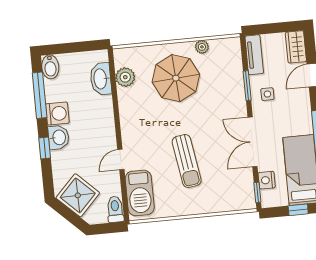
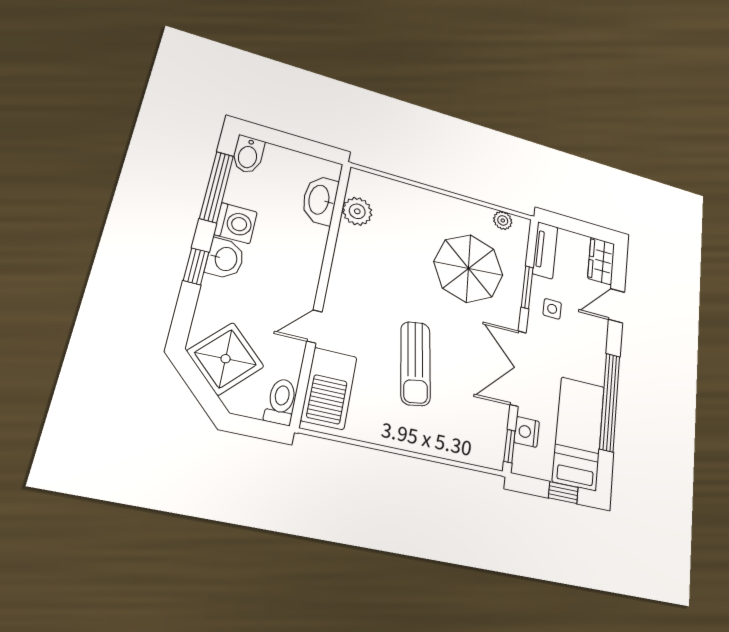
plant: (202, 47) -> (503, 220), moved
parasol: (176, 78) -> (469, 268), moved

